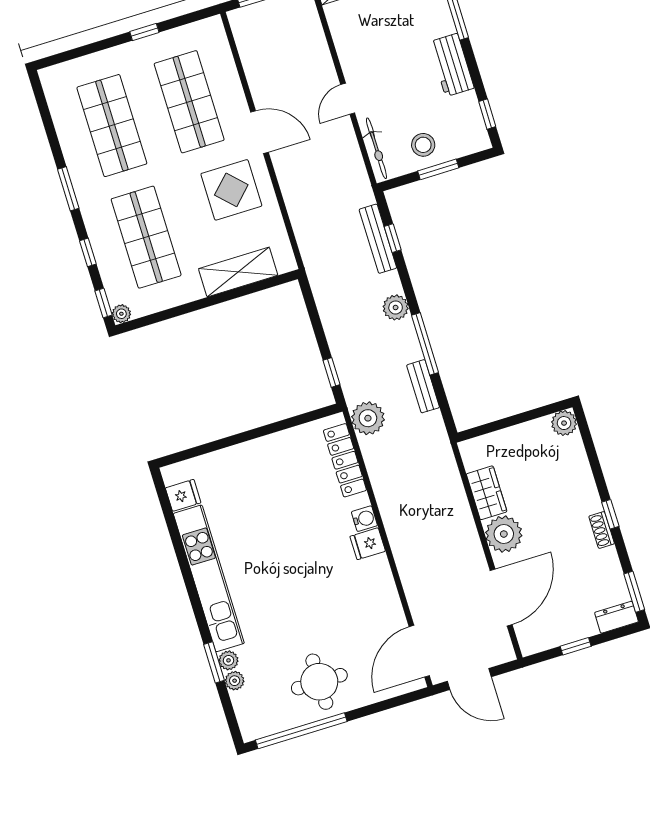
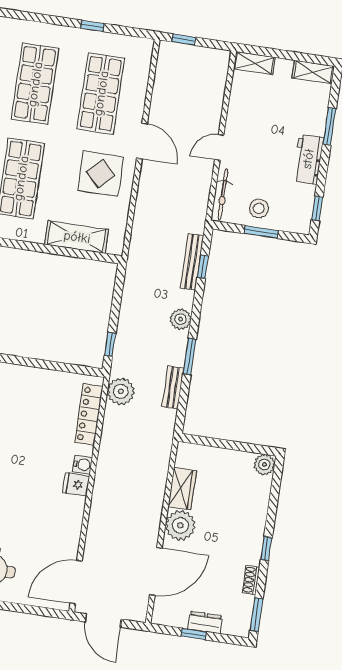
window: (425, 344) -> (190, 357), width x0.69
shoe rack: (602, 530) -> (251, 580), moved
dresser: (616, 617) -> (205, 623), moved

